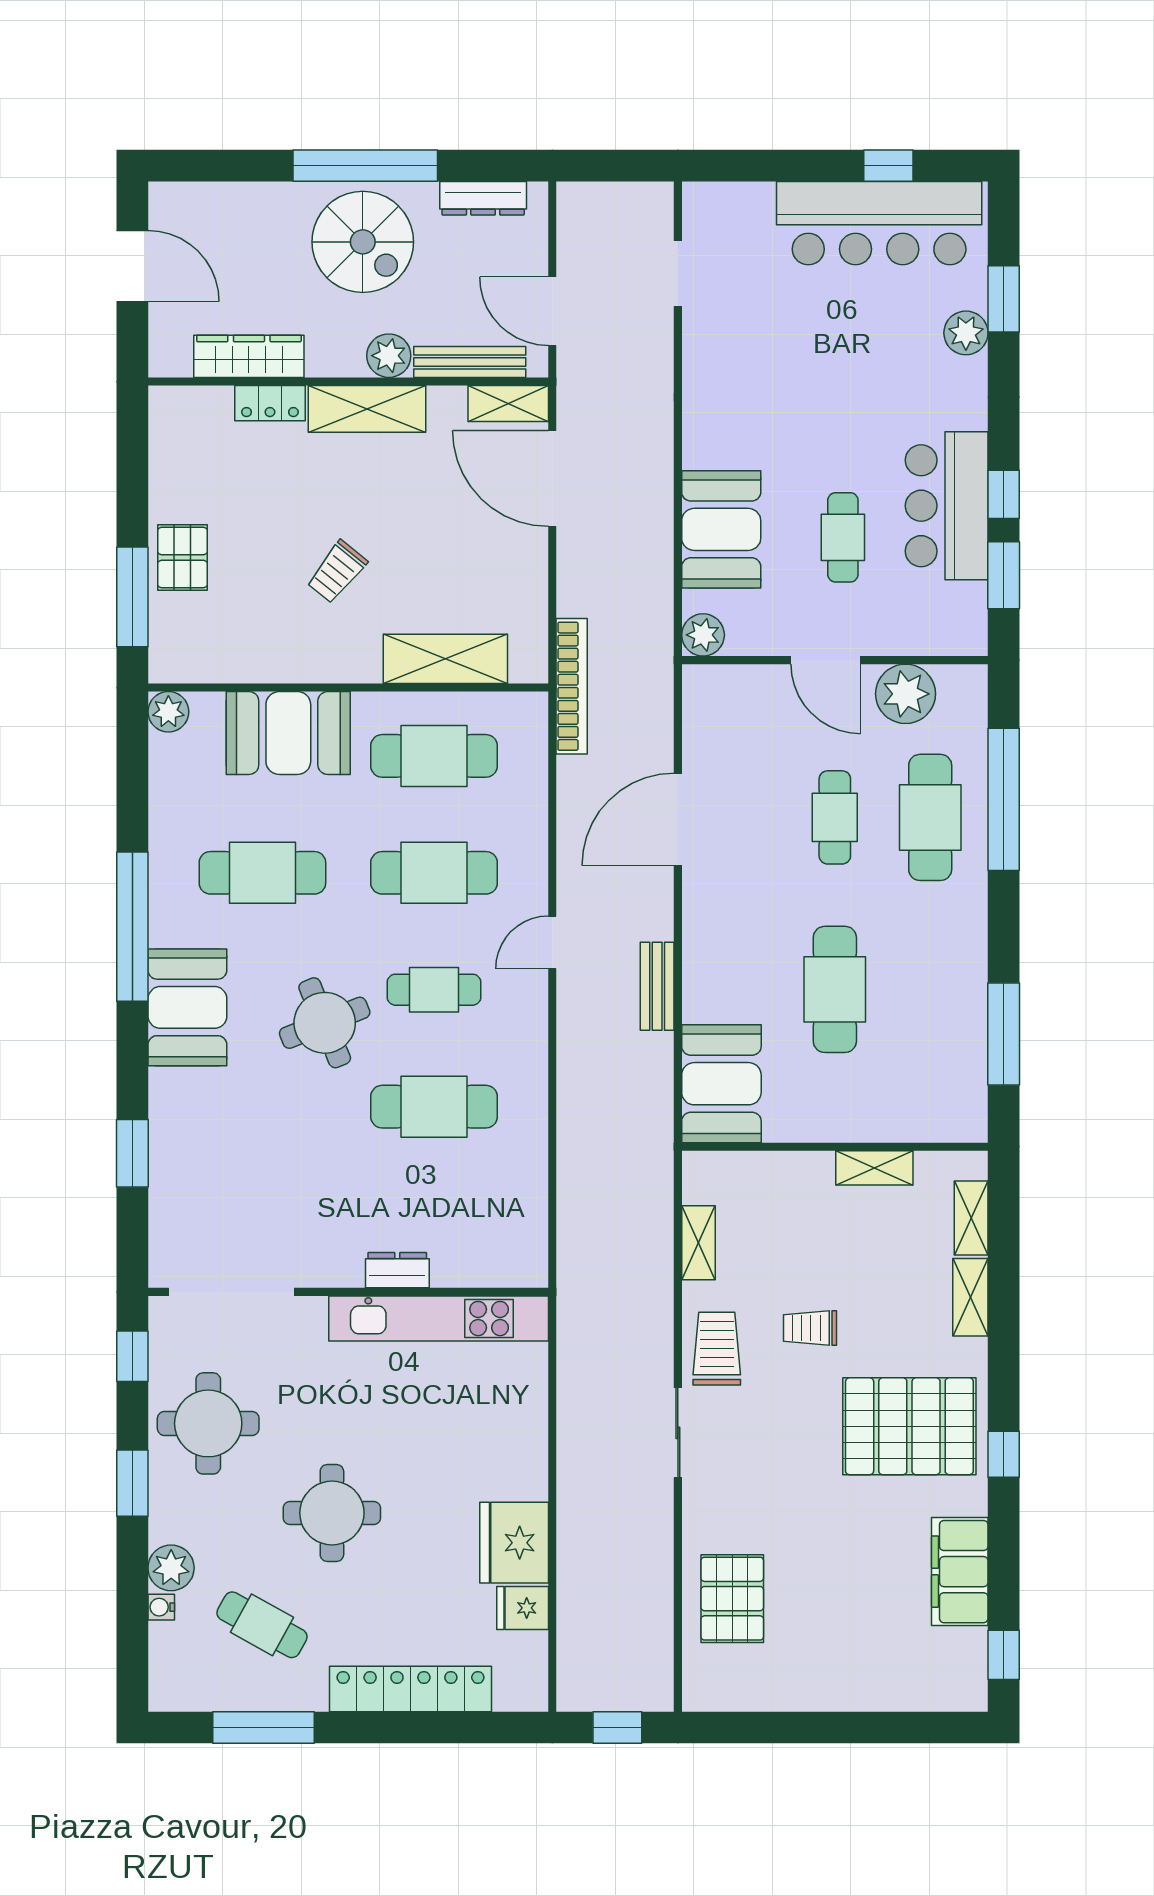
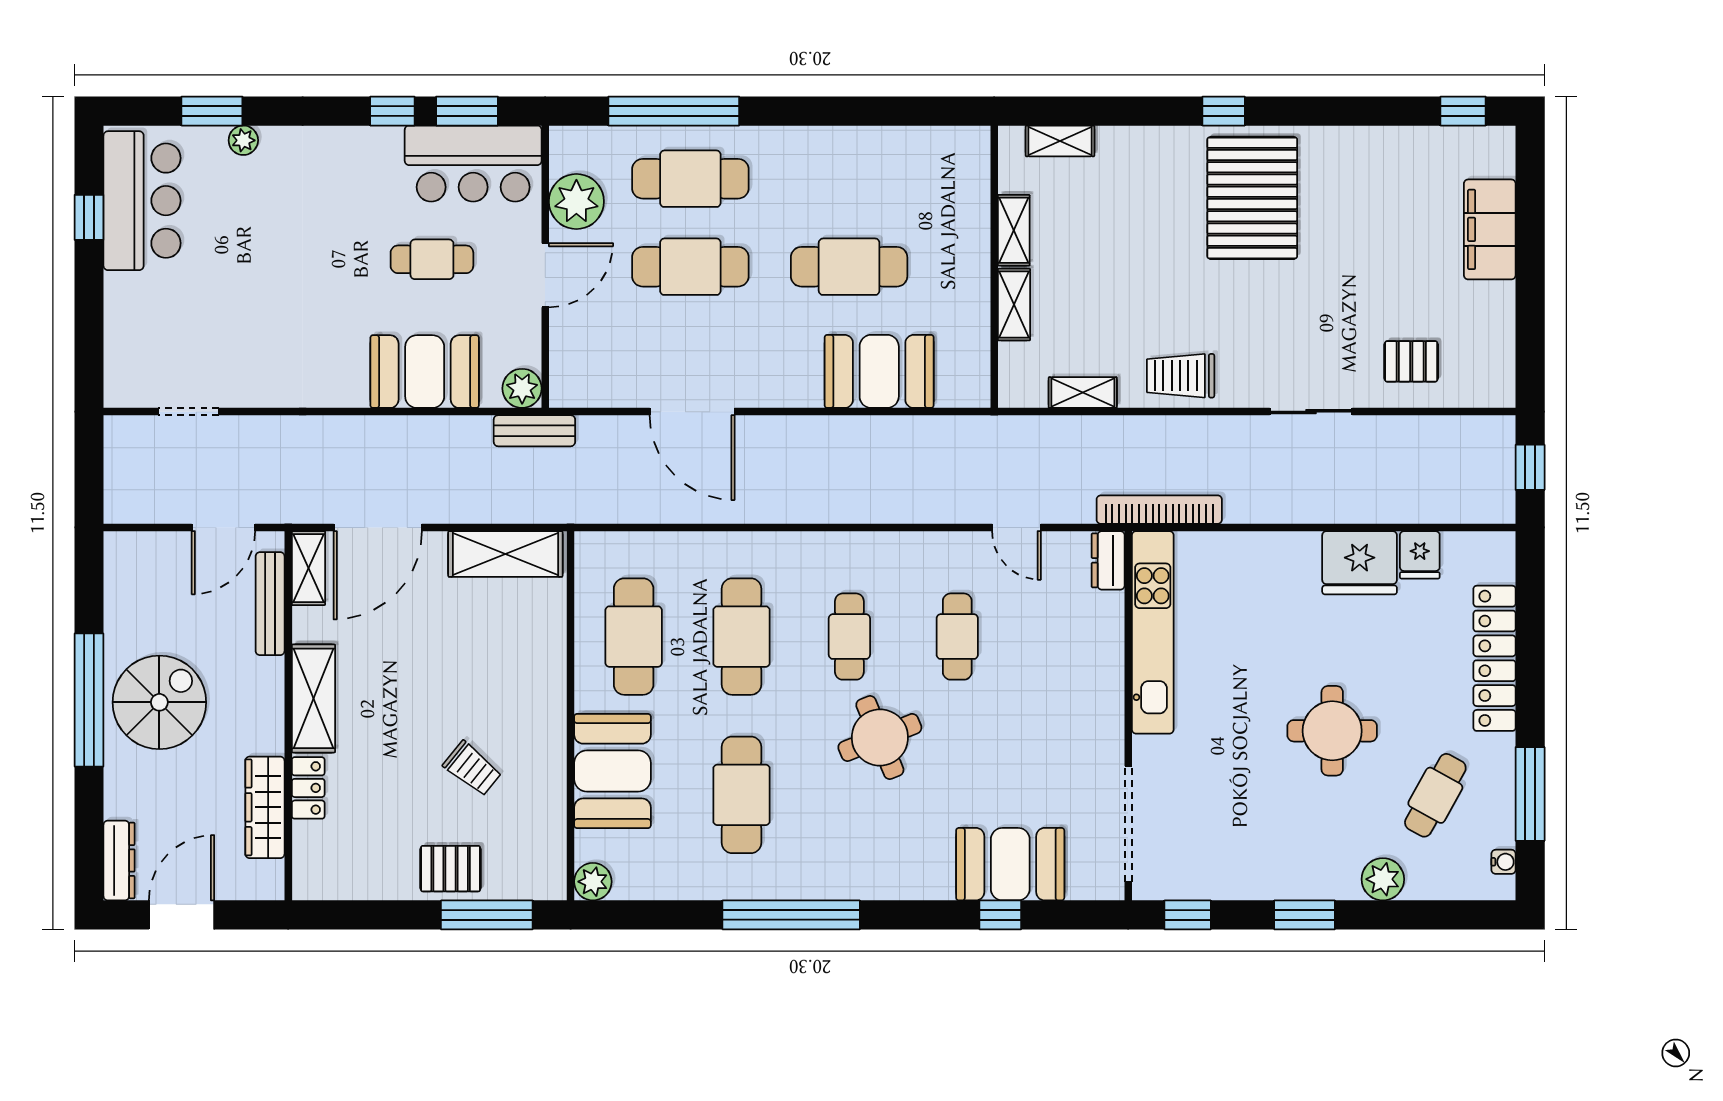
dresser: (483, 198) -> (119, 860), moved
bar counter: (879, 223) -> (142, 201), width x0.73
plant: (966, 333) -> (243, 140), width x0.73, depth x0.73
plant: (389, 356) -> (264, 678), removed
bar counter: (947, 506) -> (473, 164), moved
trolley: (337, 572) -> (472, 769), moved
shelving: (445, 659) -> (505, 554), moved, turned 90
bookcase: (572, 686) -> (1159, 510), moved
cafe table: (835, 817) -> (690, 267), width x1.37, depth x1.35
door: (552, 942) -> (1016, 527), moved
bench: (657, 986) -> (534, 431), moved
booth: (187, 1007) -> (1010, 864), moved
window: (1004, 1034) -> (890, 111), removed
booth: (721, 1084) -> (879, 371), moved
cafe table: (434, 1107) -> (957, 637), width x0.73, depth x0.74
window: (132, 1153) -> (1000, 915), width x0.67
dresser: (397, 1270) -> (1108, 560), moved
shelving: (970, 1297) -> (1014, 305), moved, turned 90
trolley: (810, 1328) -> (1162, 290), removed
round table: (208, 1423) -> (1250, 845), removed
sliding door: (678, 1433) -> (1311, 412), moved
window: (1004, 1454) -> (1224, 111), moved
filing cabinet: (960, 1572) -> (1490, 229), moved, turned 90
pallet: (732, 1599) -> (1411, 361), width x0.67, depth x0.71
water cooler: (161, 1607) -> (1504, 862), moved, turned -90

